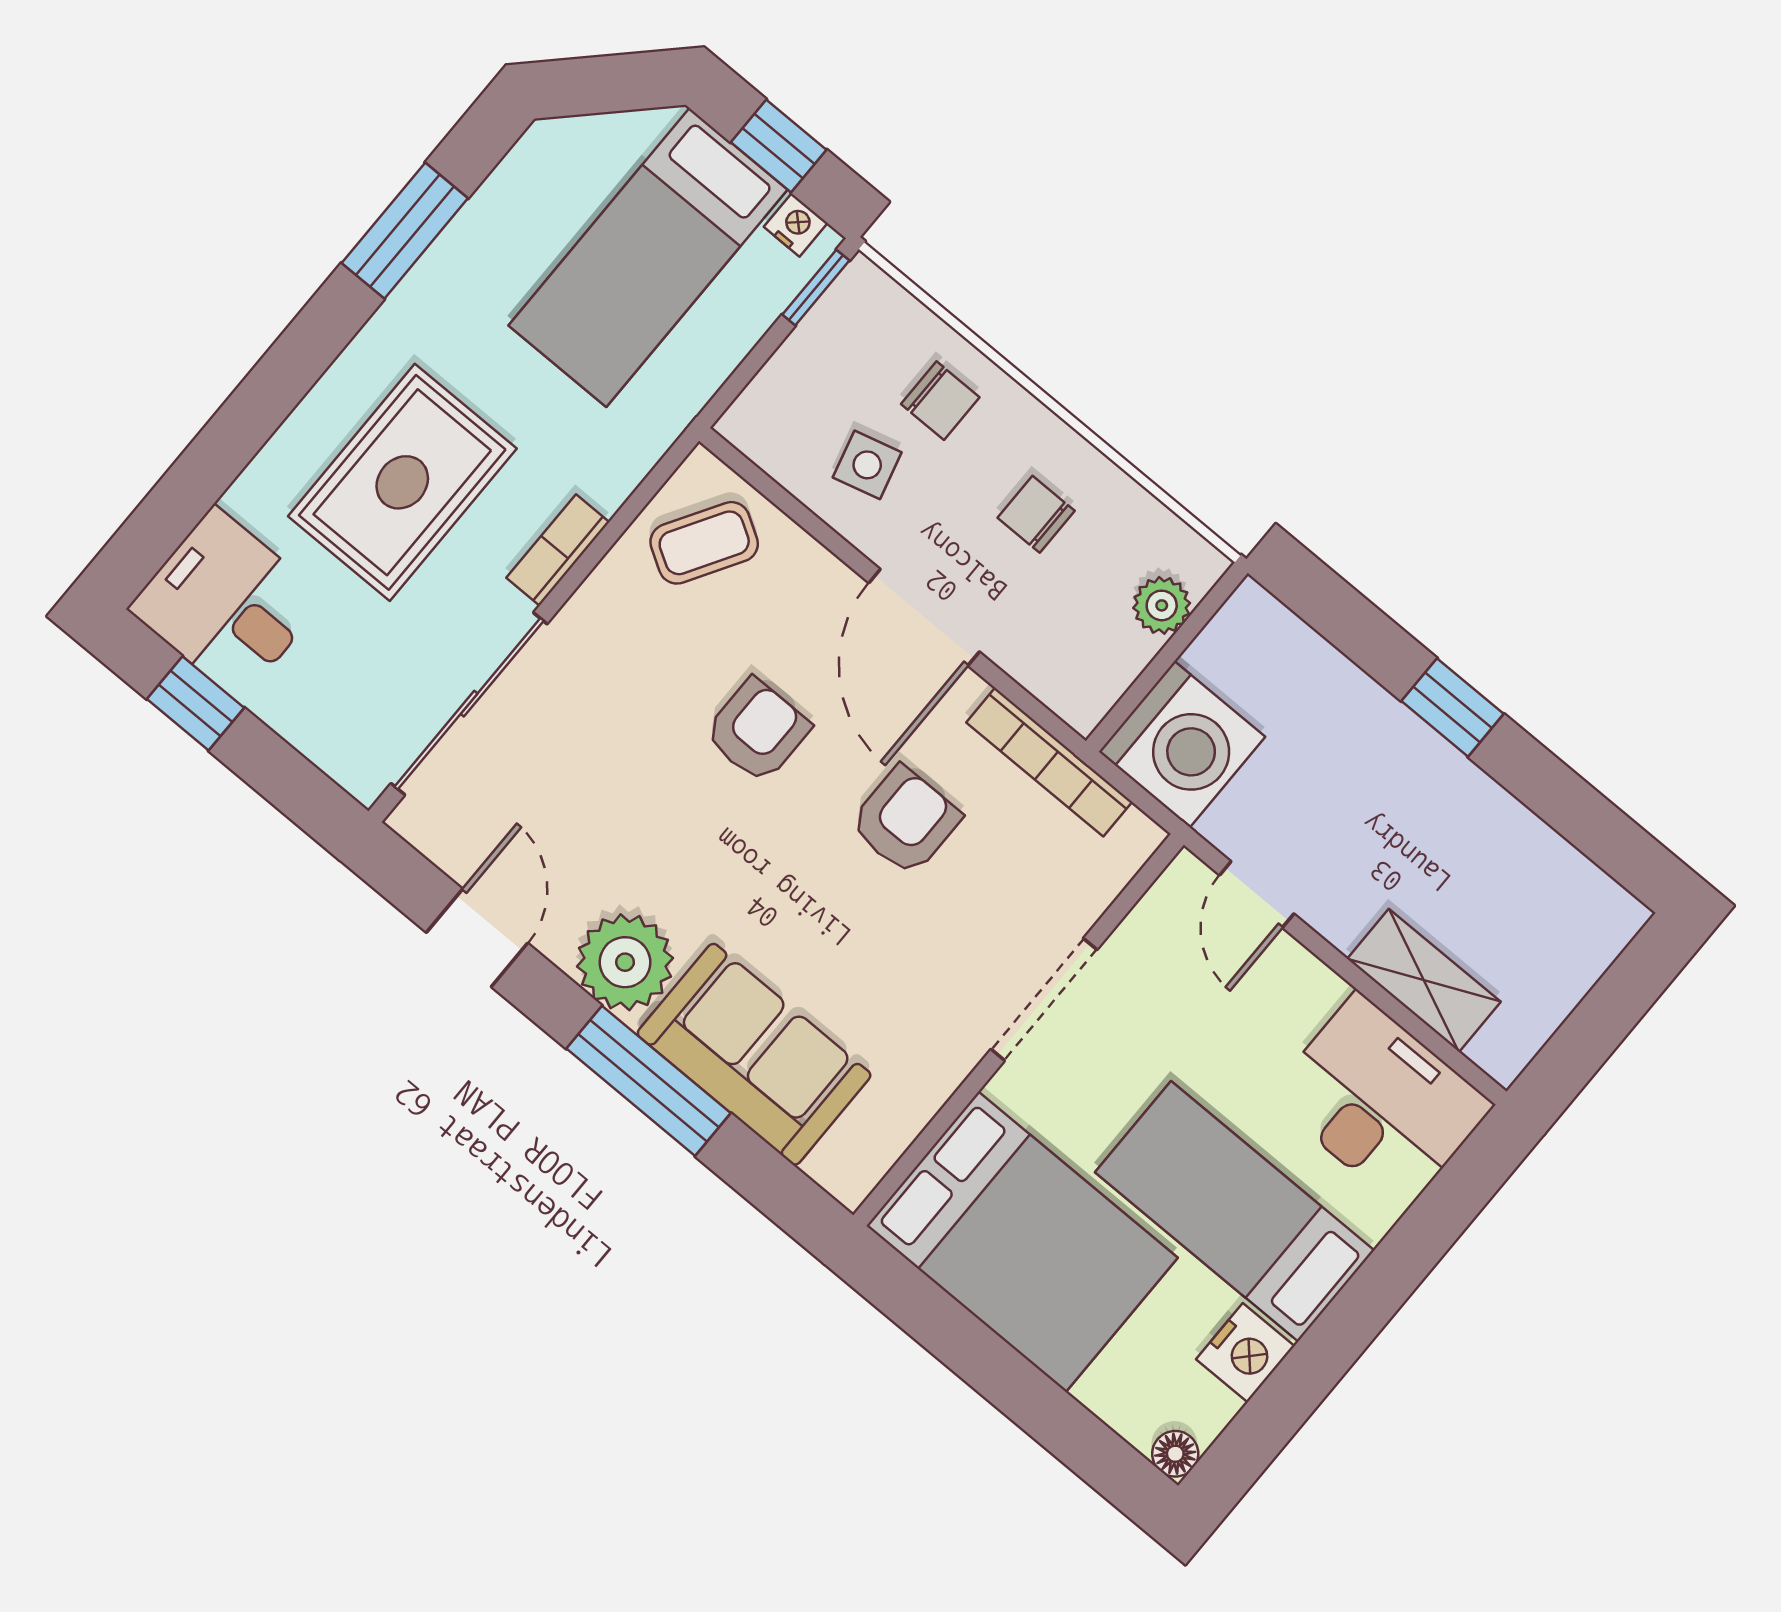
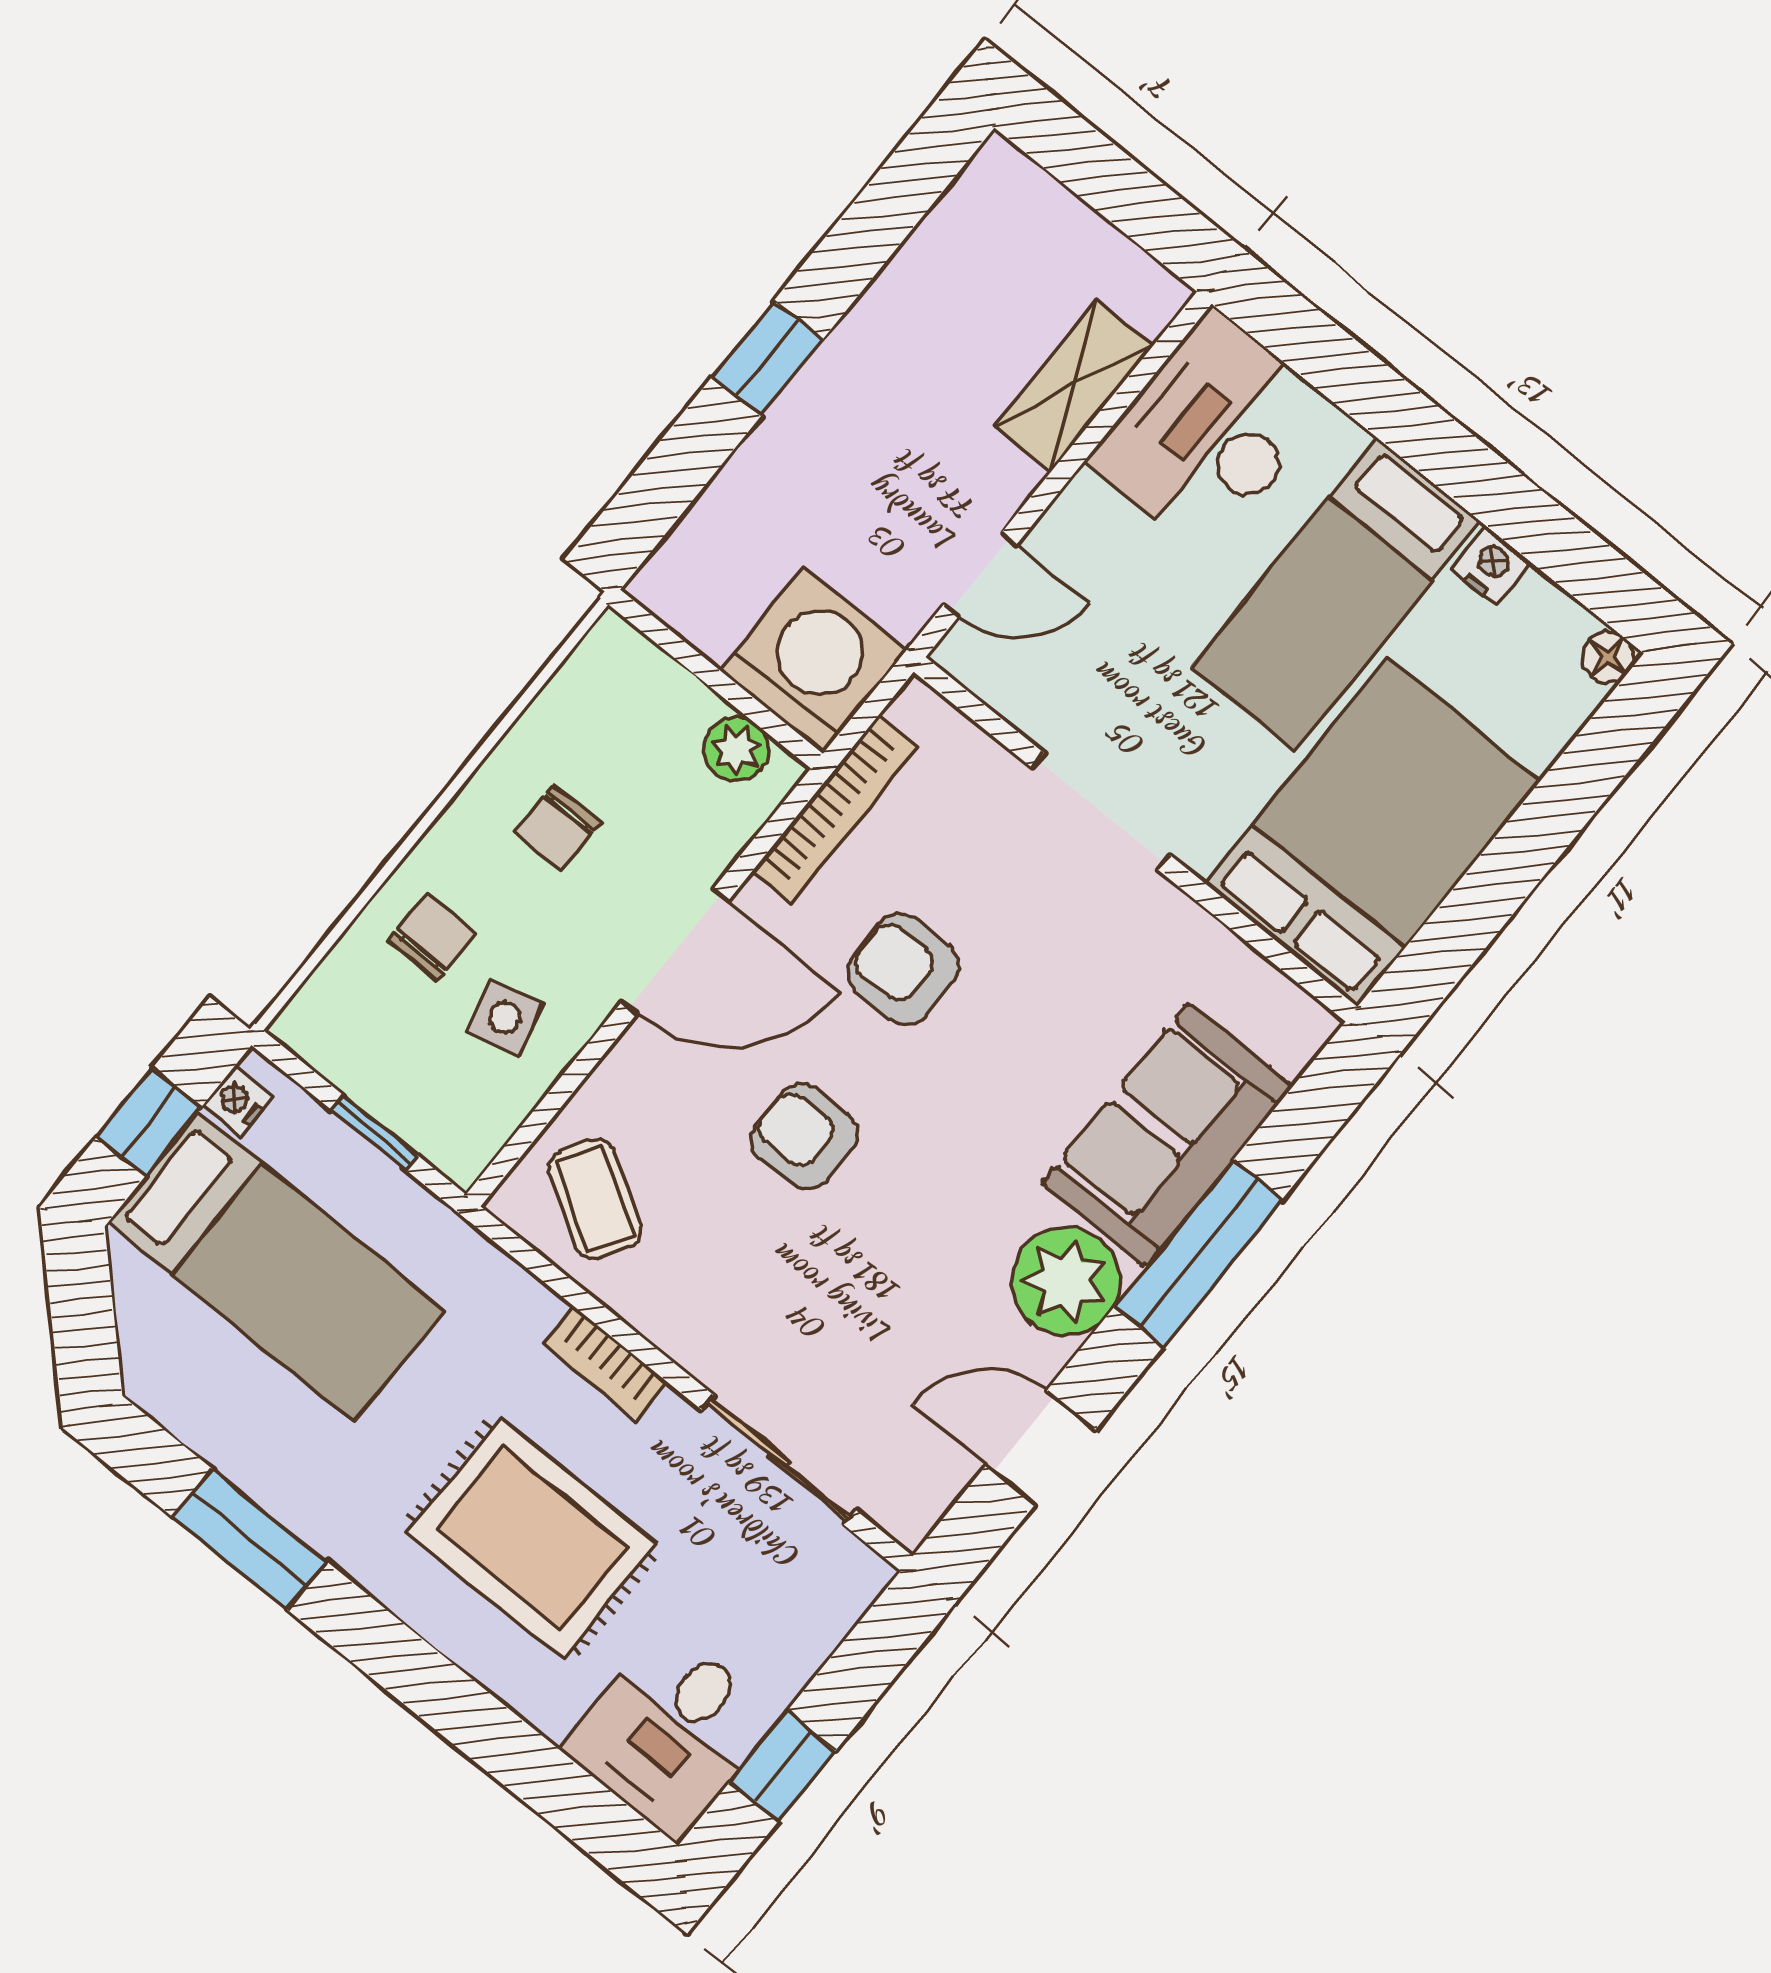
window: (816, 288) -> (374, 1132), moved
plant: (1162, 605) -> (736, 749), moved
sliding door: (469, 704) -> (779, 1460), width x0.73
nightstand: (1245, 1353) -> (1491, 565), width x0.72, depth x0.74

